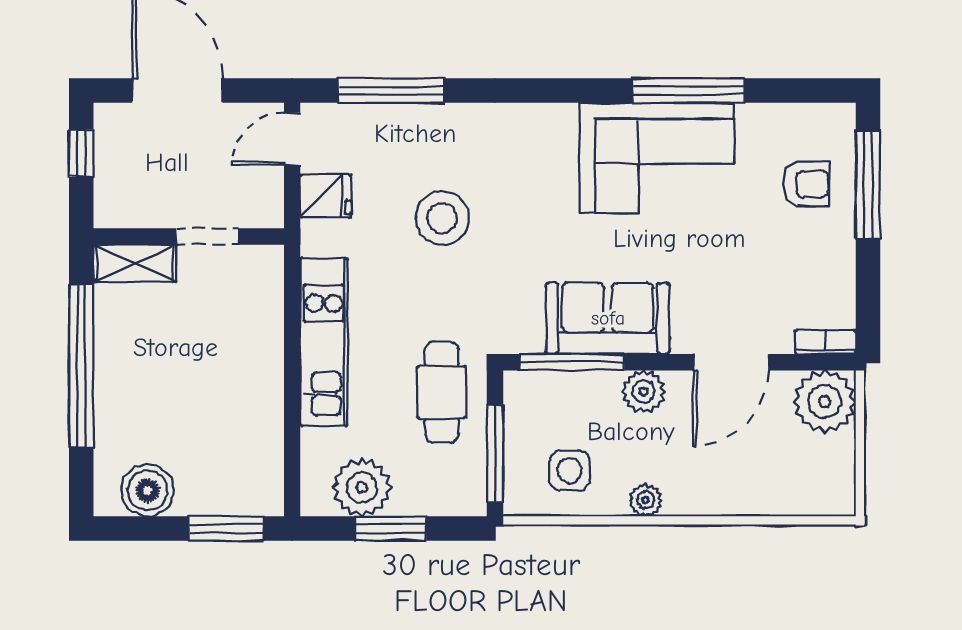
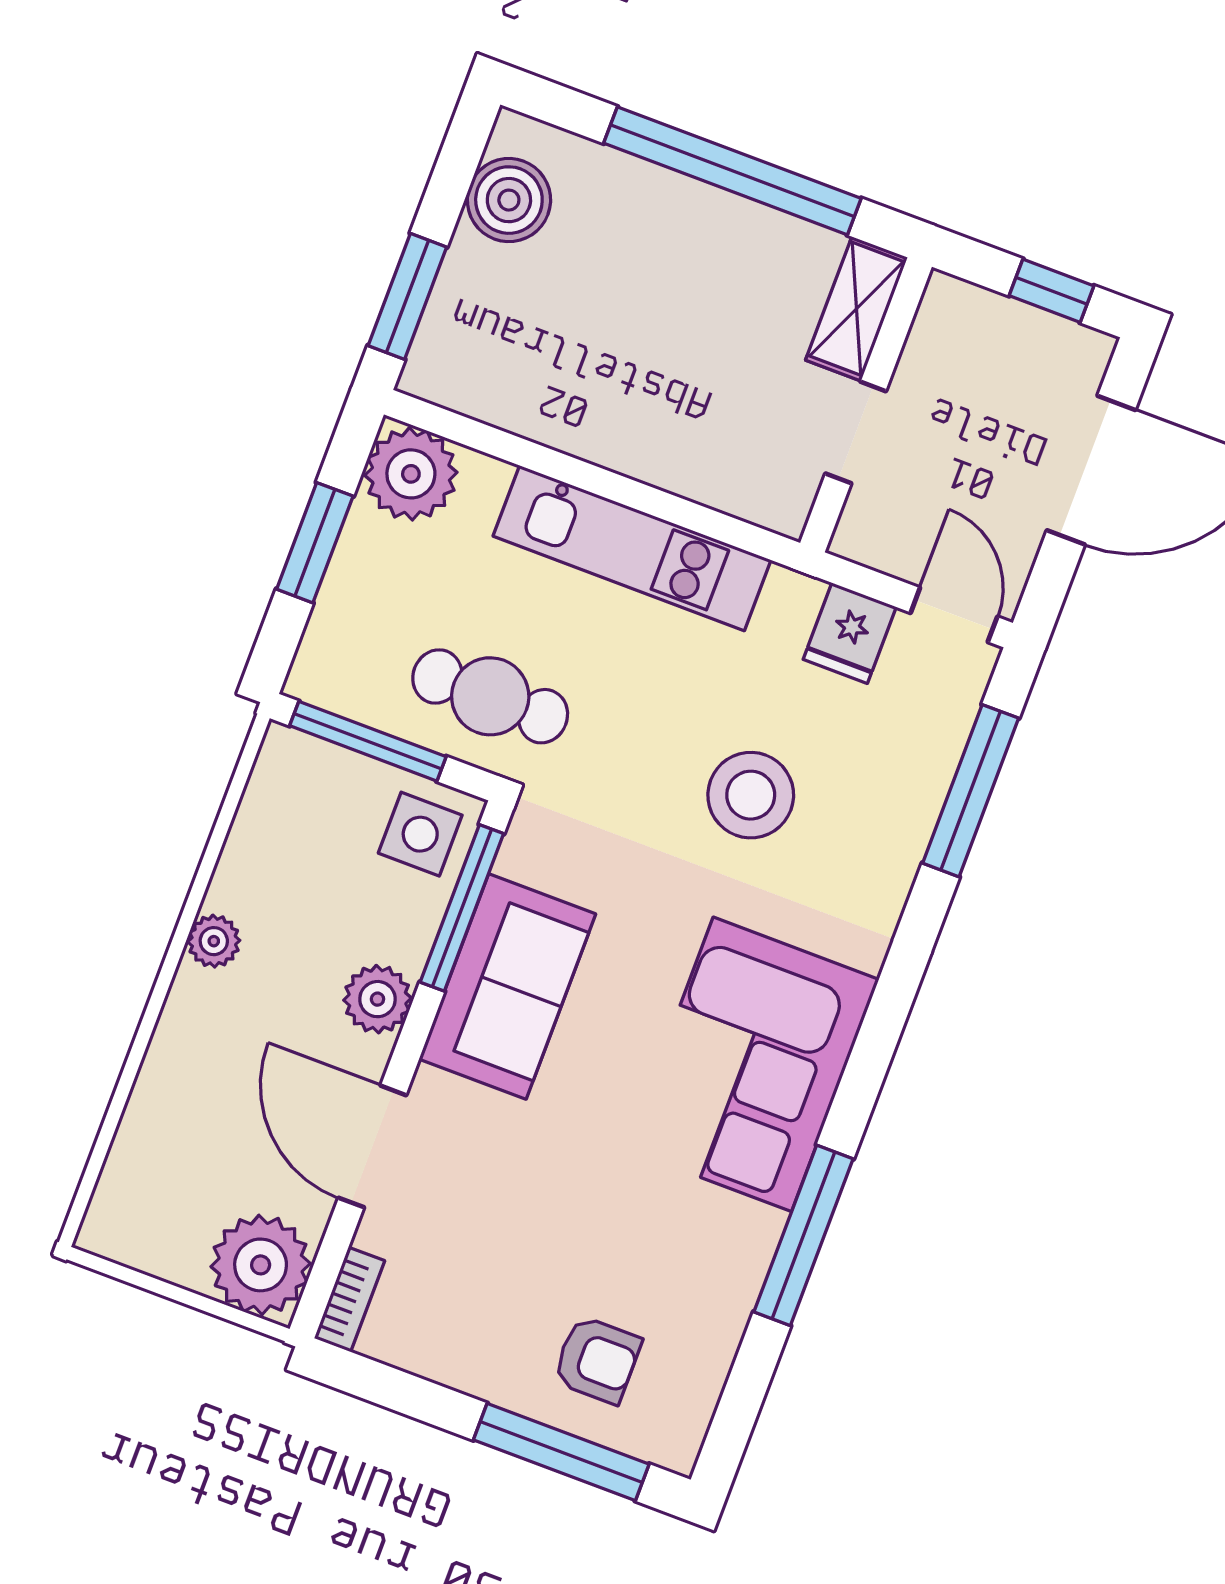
corner sofa: (657, 158) -> (752, 1064), moved
armchair: (806, 184) -> (597, 1360), turned -90
side table: (570, 471) -> (420, 834), moved
plant: (362, 487) -> (411, 474), moved

